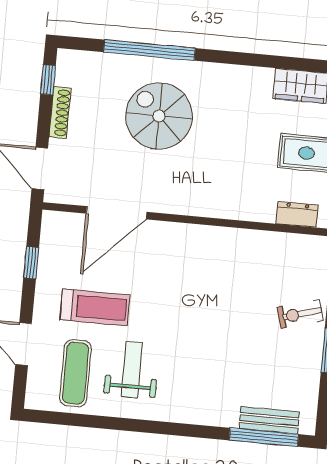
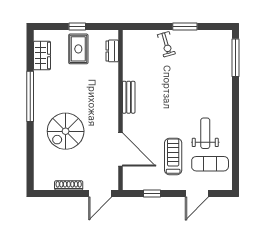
window: (149, 50) -> (30, 96), moved
window: (48, 80) -> (51, 194), removed
weight bench: (132, 370) -> (205, 133), turned 90
bench: (269, 420) -> (129, 97), moved

